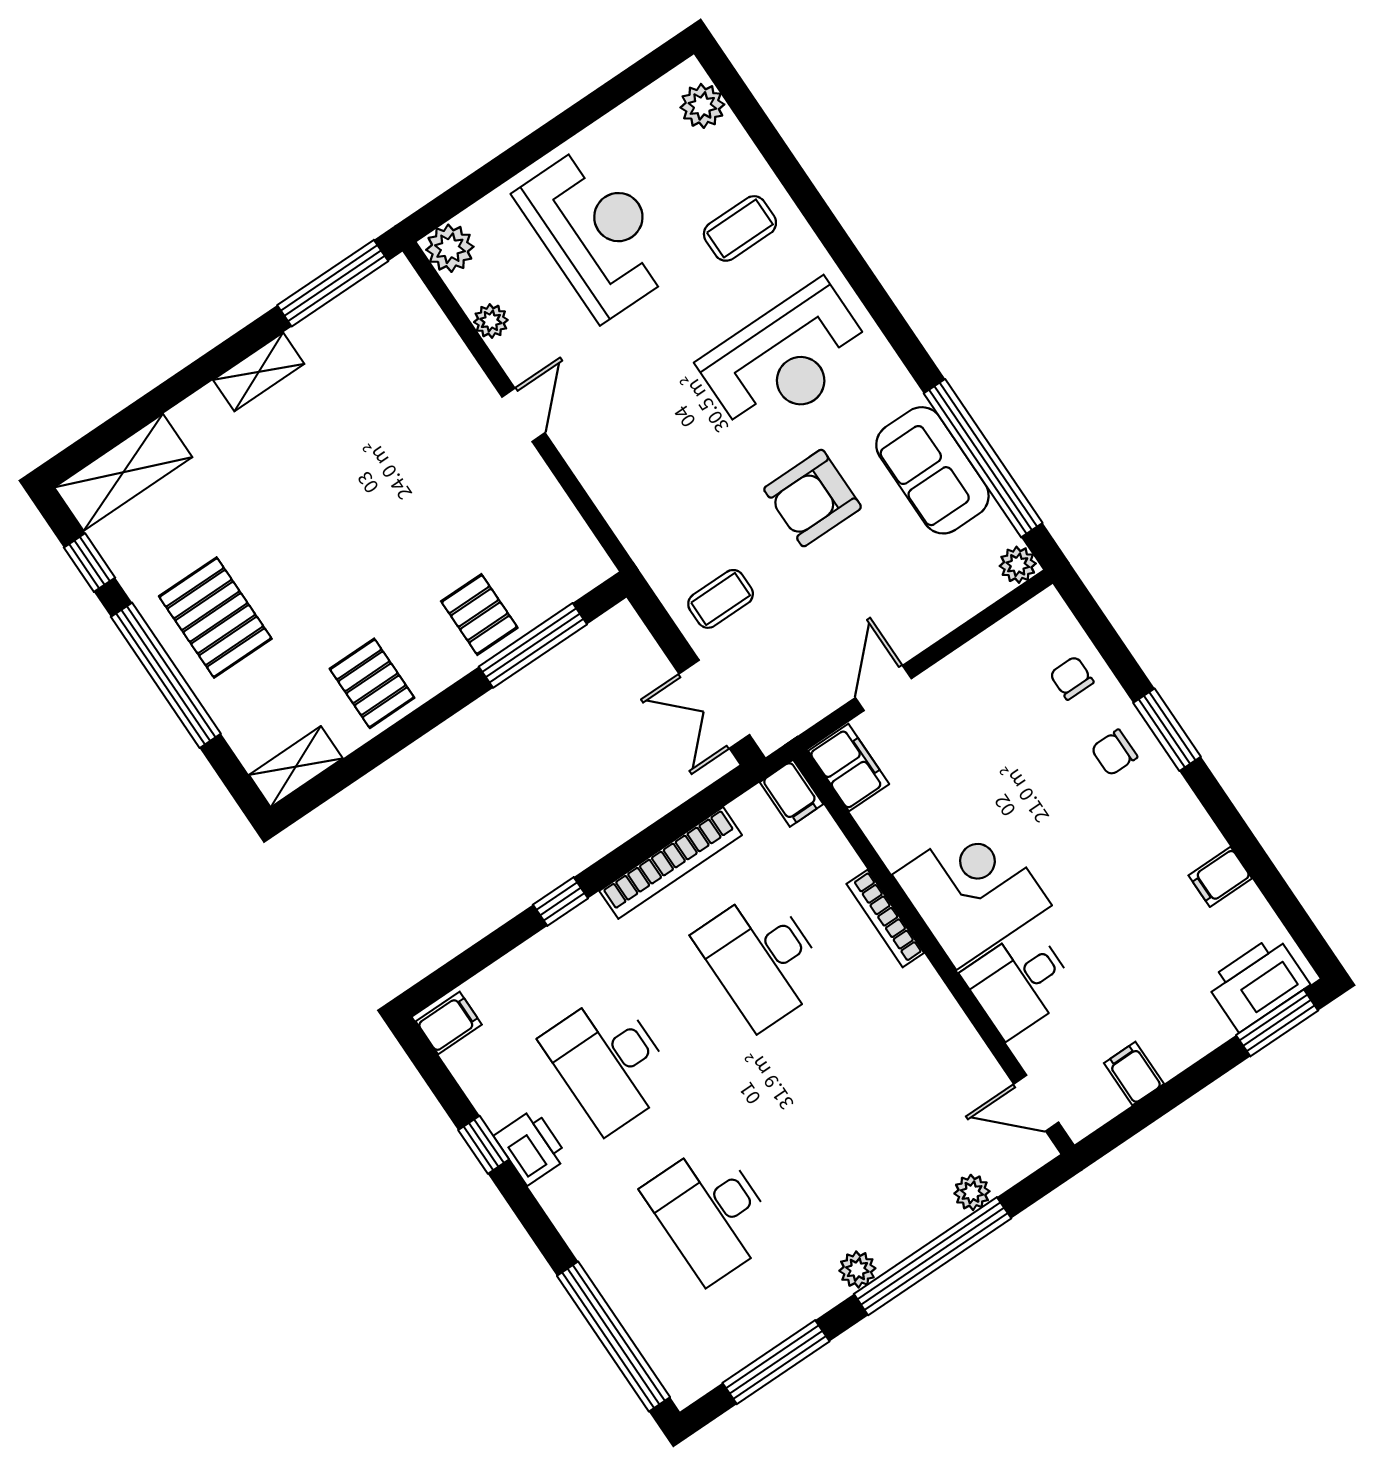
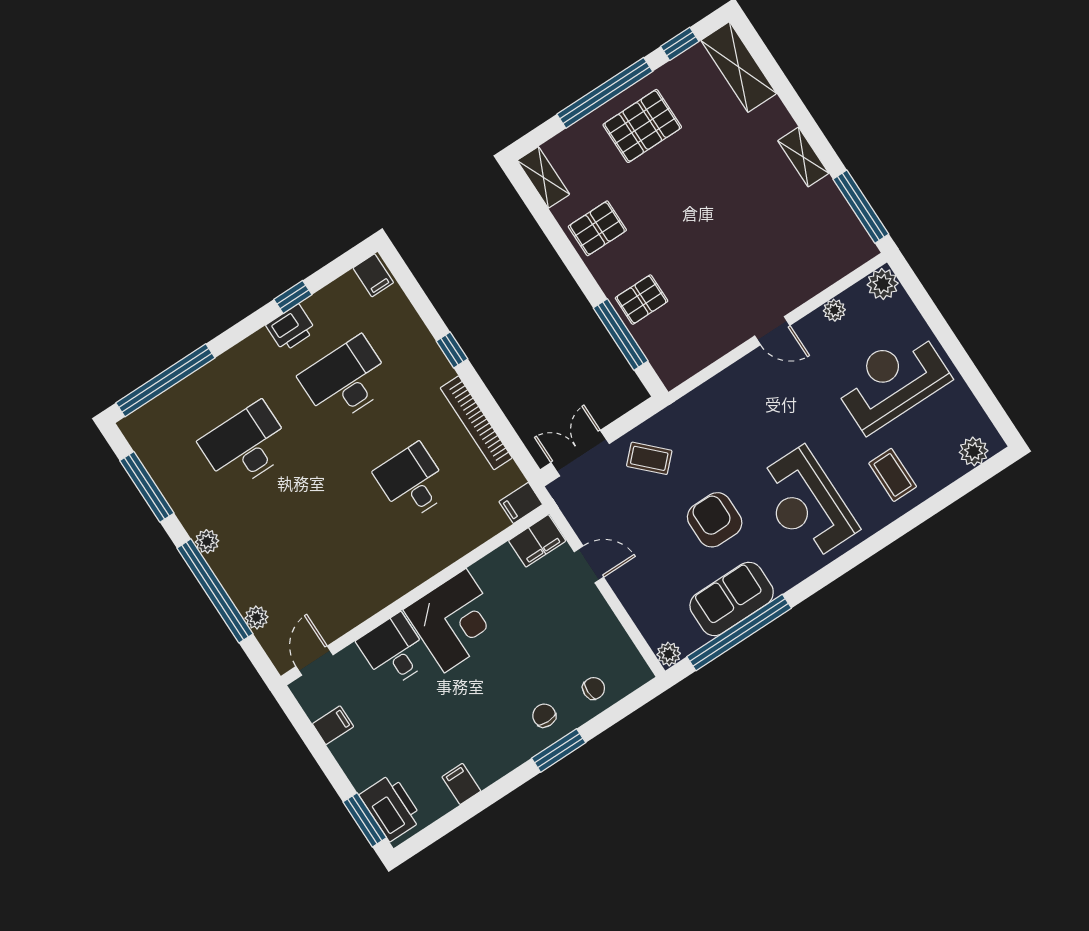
reception desk: (597, 232) -> (892, 381), turned 180
coffee table: (721, 599) -> (649, 458), turned -45
bookcase: (885, 918) -> (437, 563), removed
desk: (762, 959) -> (412, 482), width x0.73

